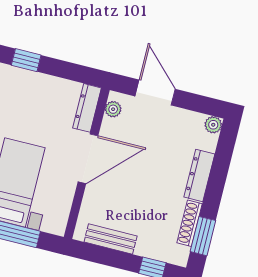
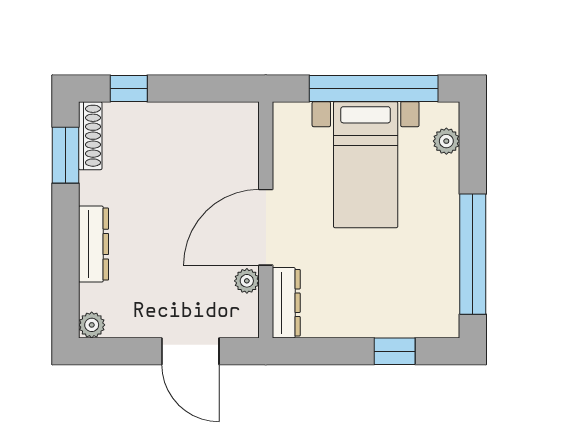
plant: (113, 109) -> (247, 281), moved
shoe rack: (190, 223) -> (90, 136), moved
bench: (111, 239) -> (202, 116), removed

